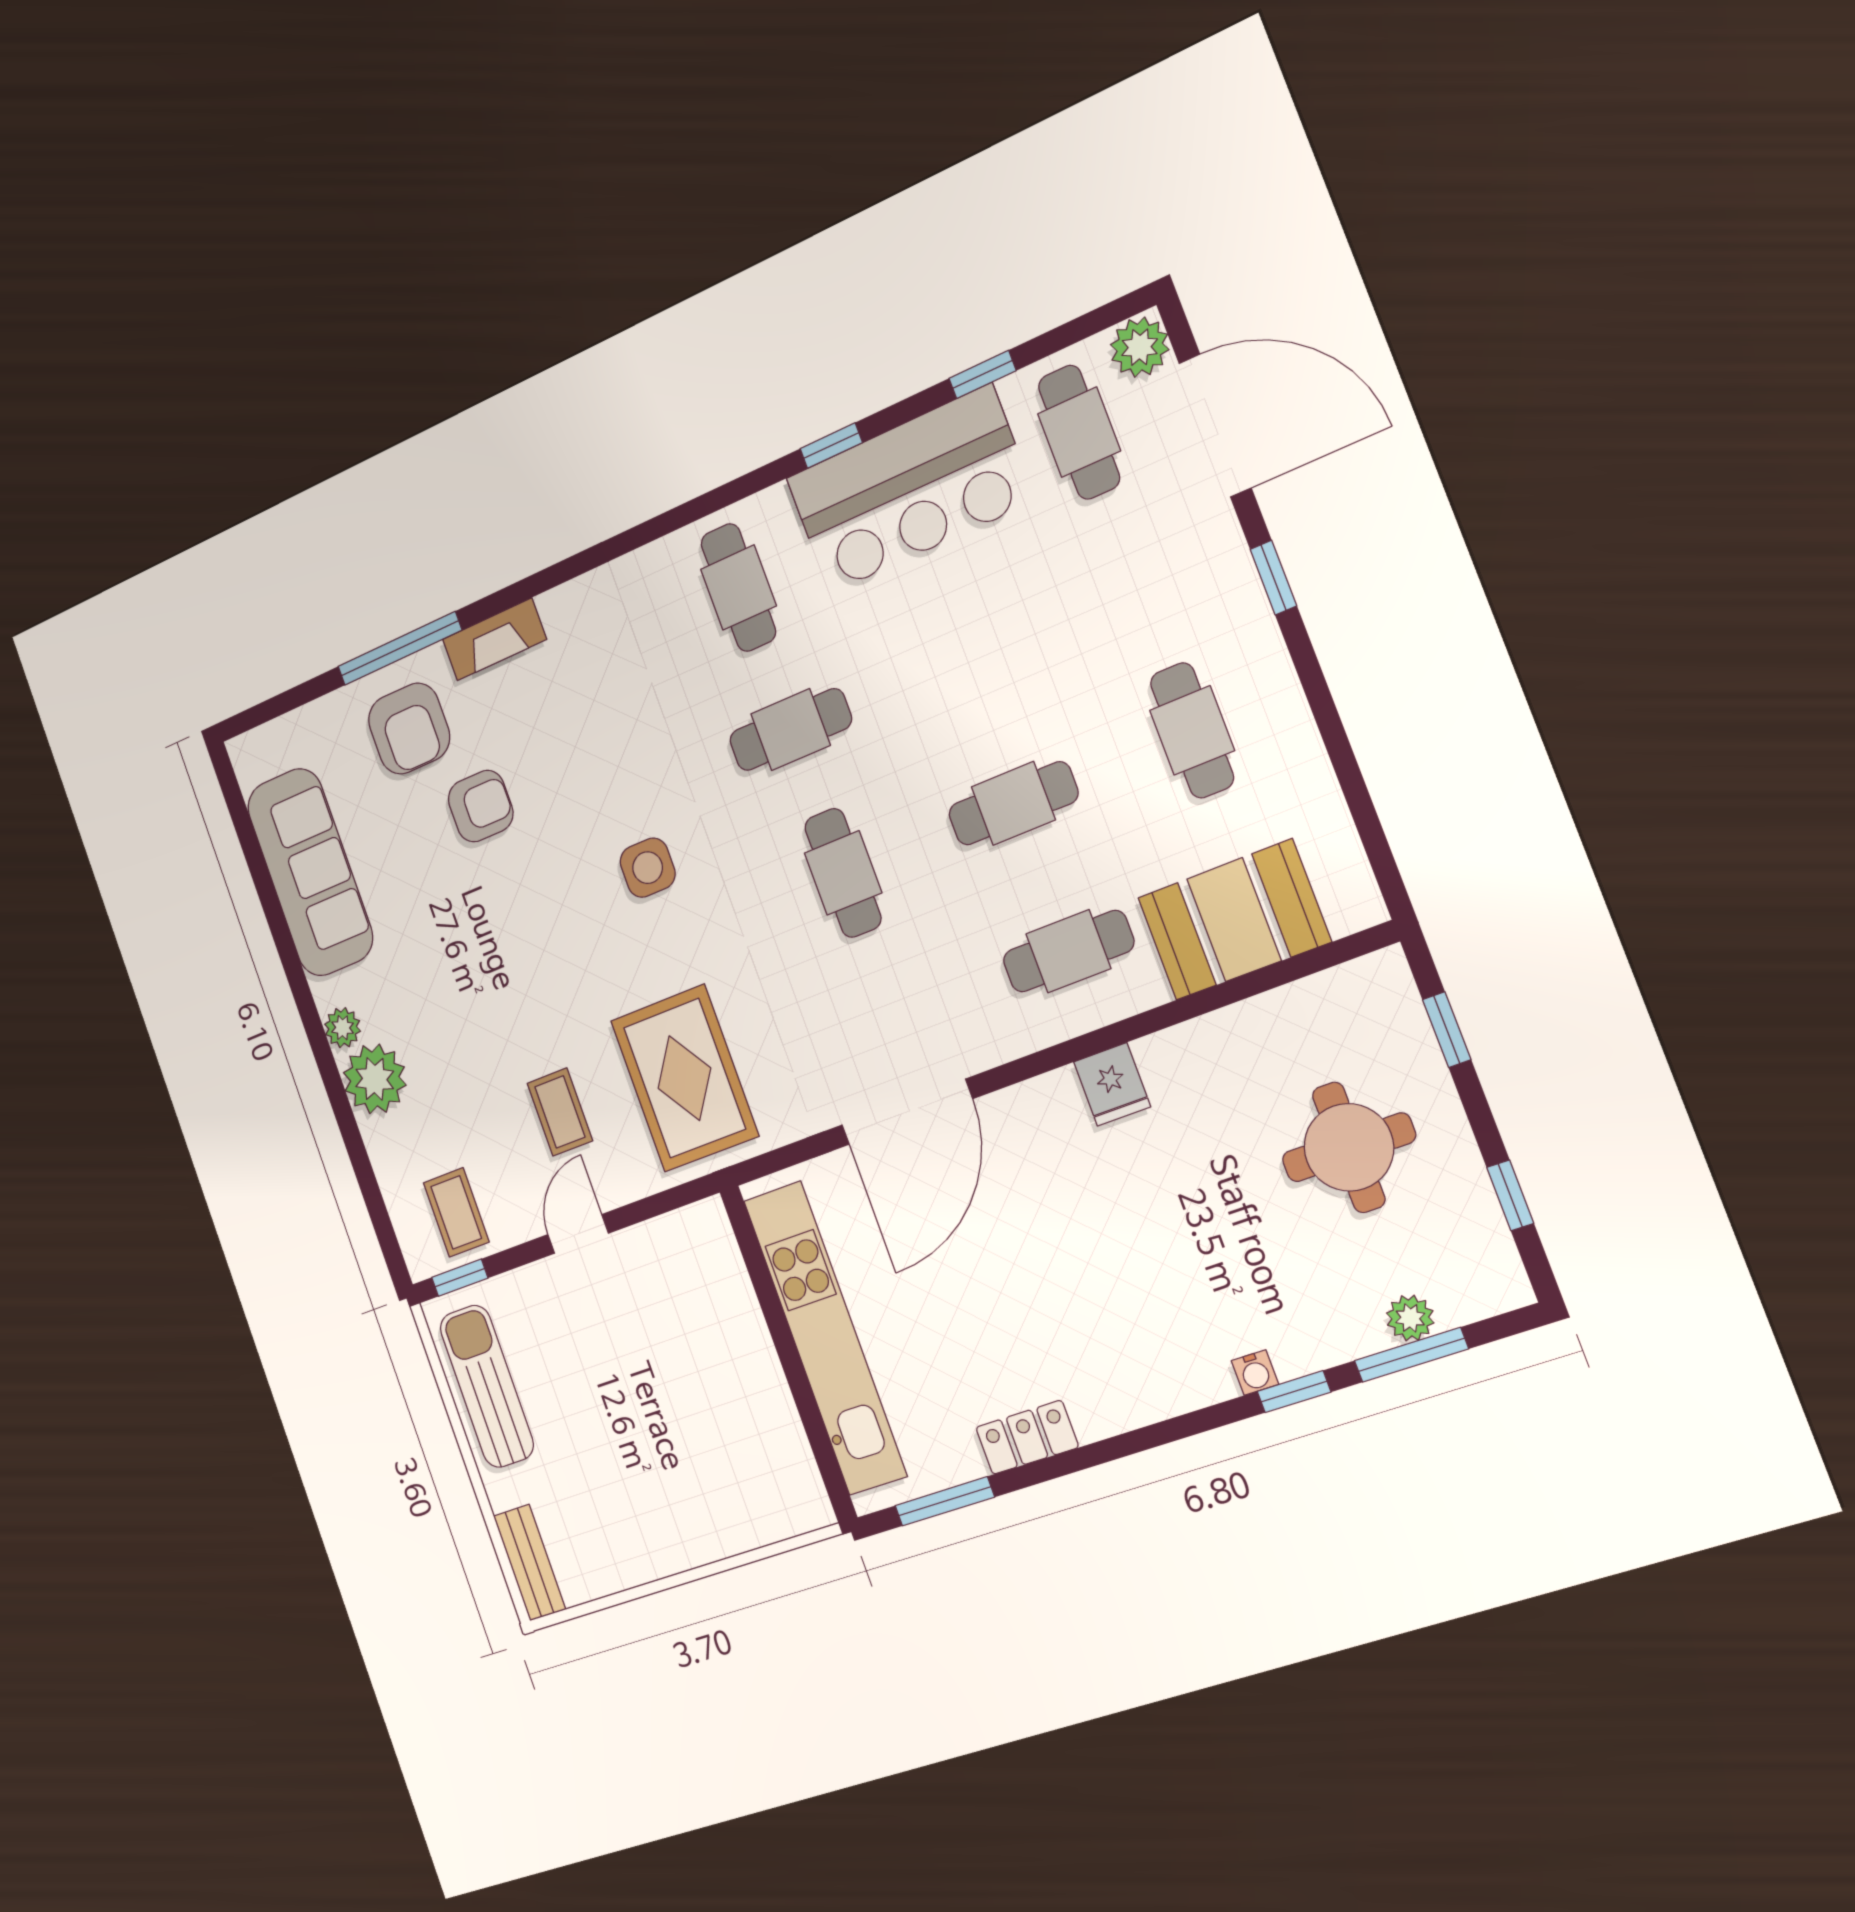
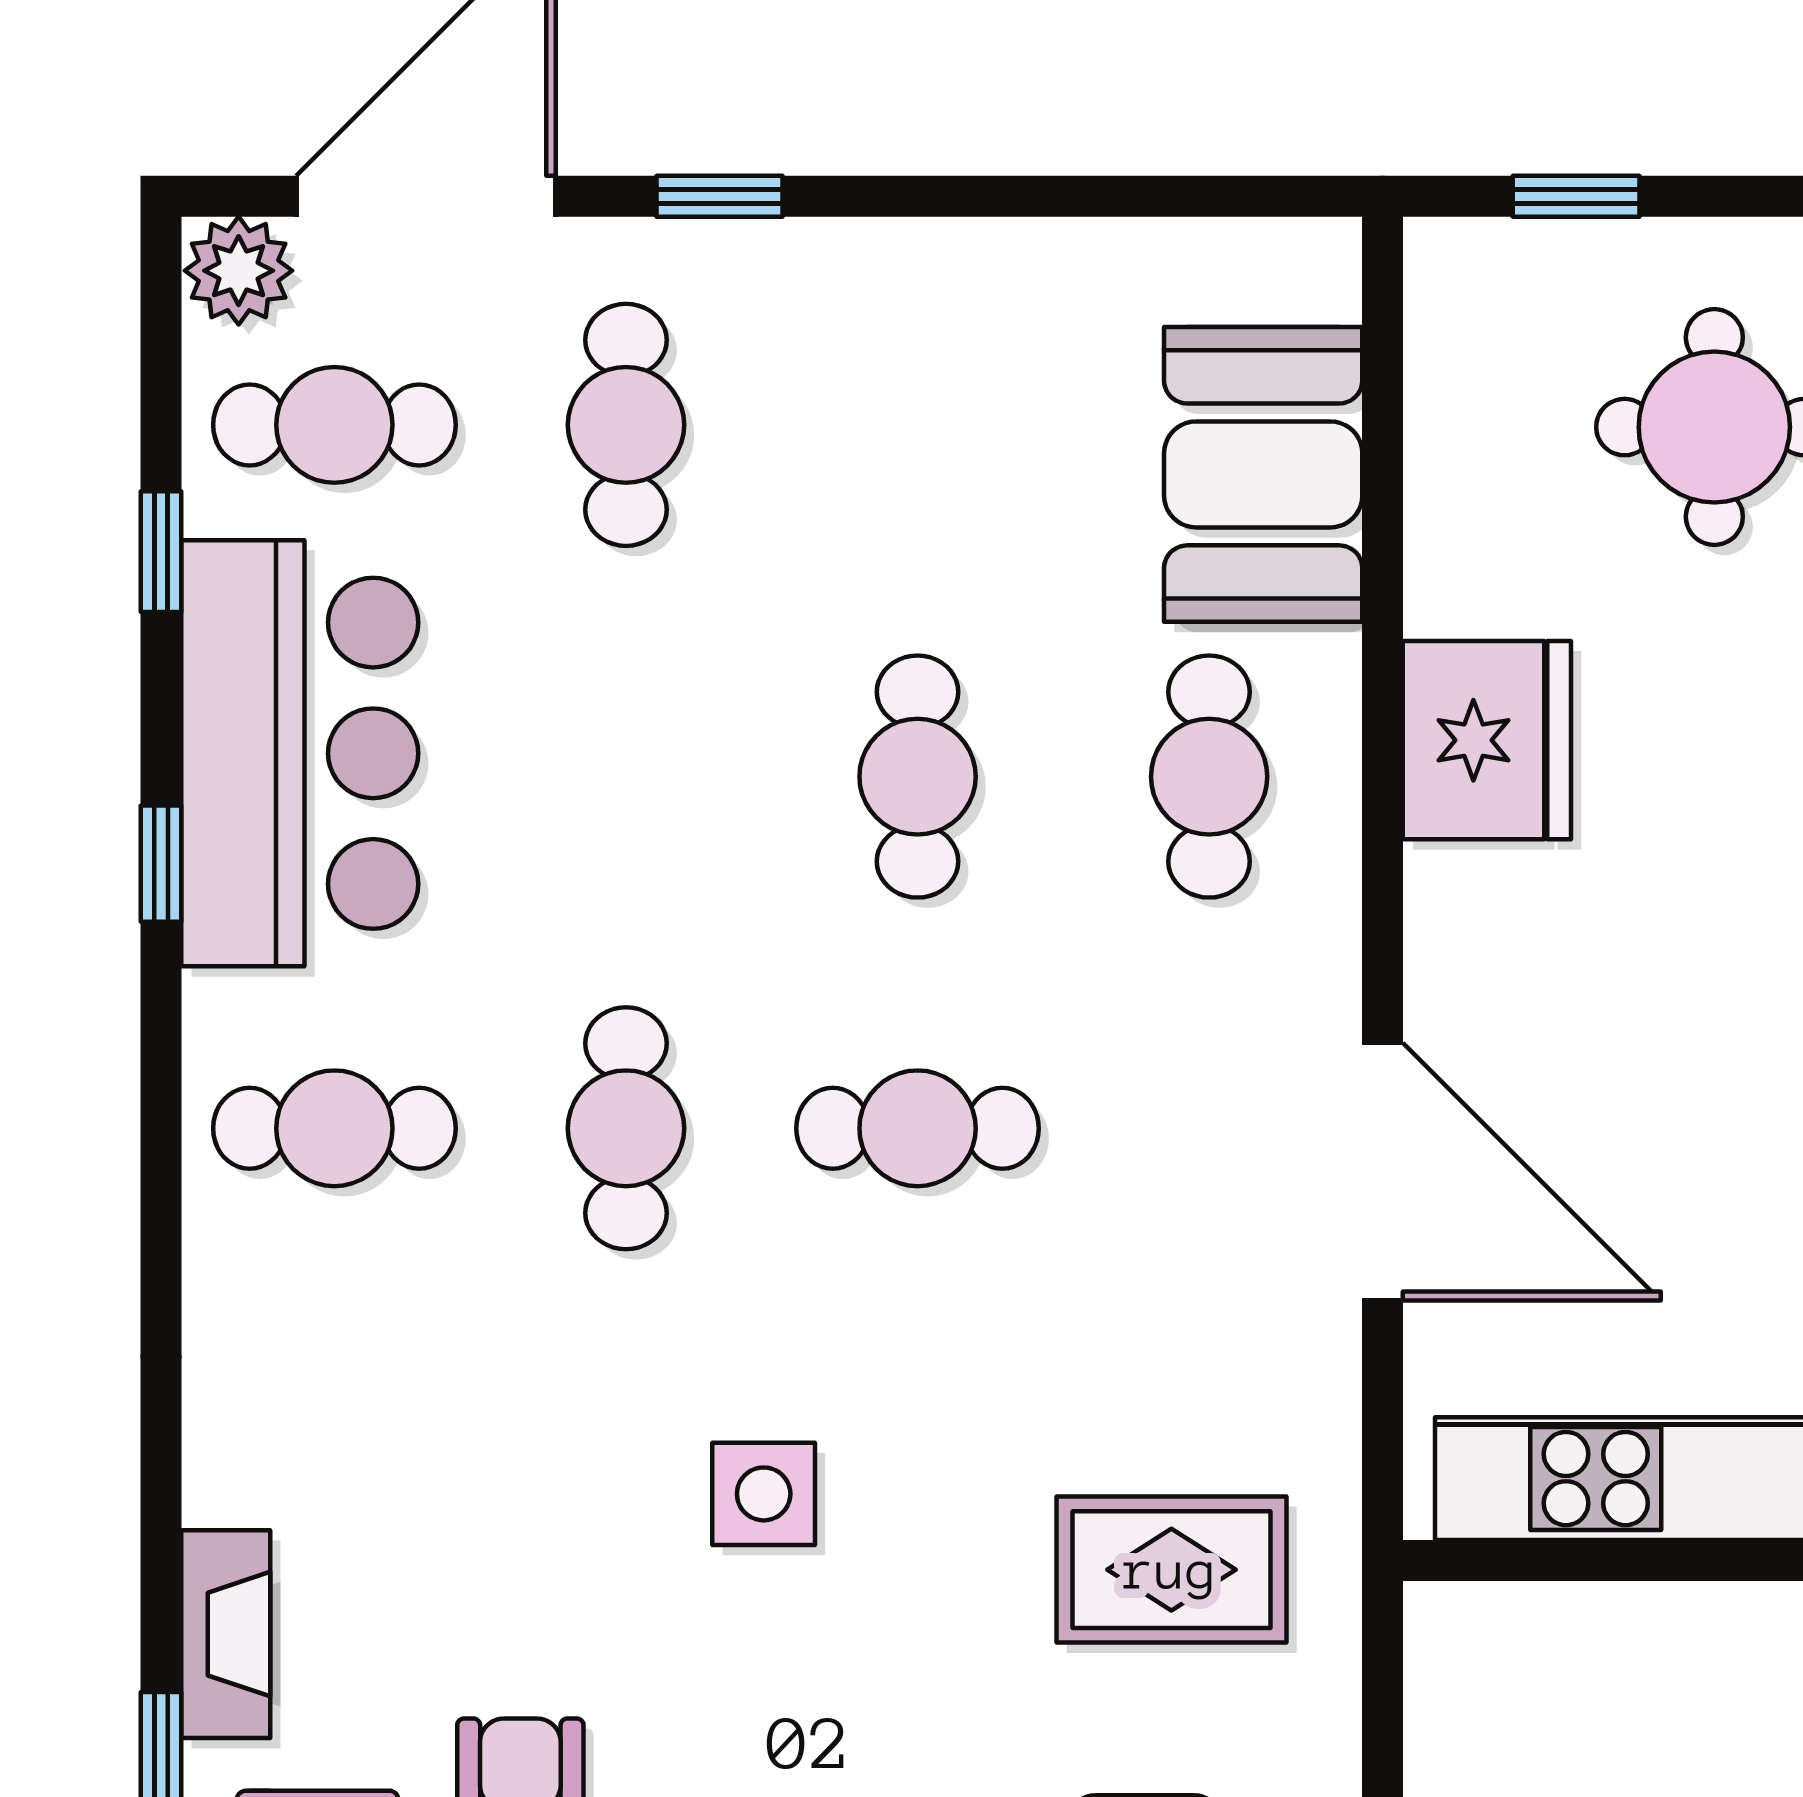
cafe table: (1192, 730) -> (626, 425), moved, turned 90
rug: (684, 1078) -> (1171, 1570), width x0.73, depth x0.70
fridge: (1112, 1084) -> (1487, 740), width x1.88, depth x1.34

